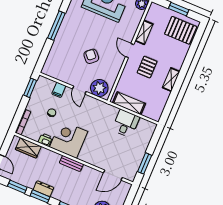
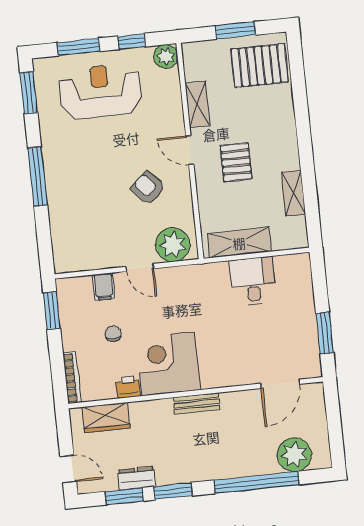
armchair: (91, 56) -> (148, 188), moved
shelving: (171, 80) -> (293, 193), moved
dresser: (43, 189) -> (137, 478), moved

